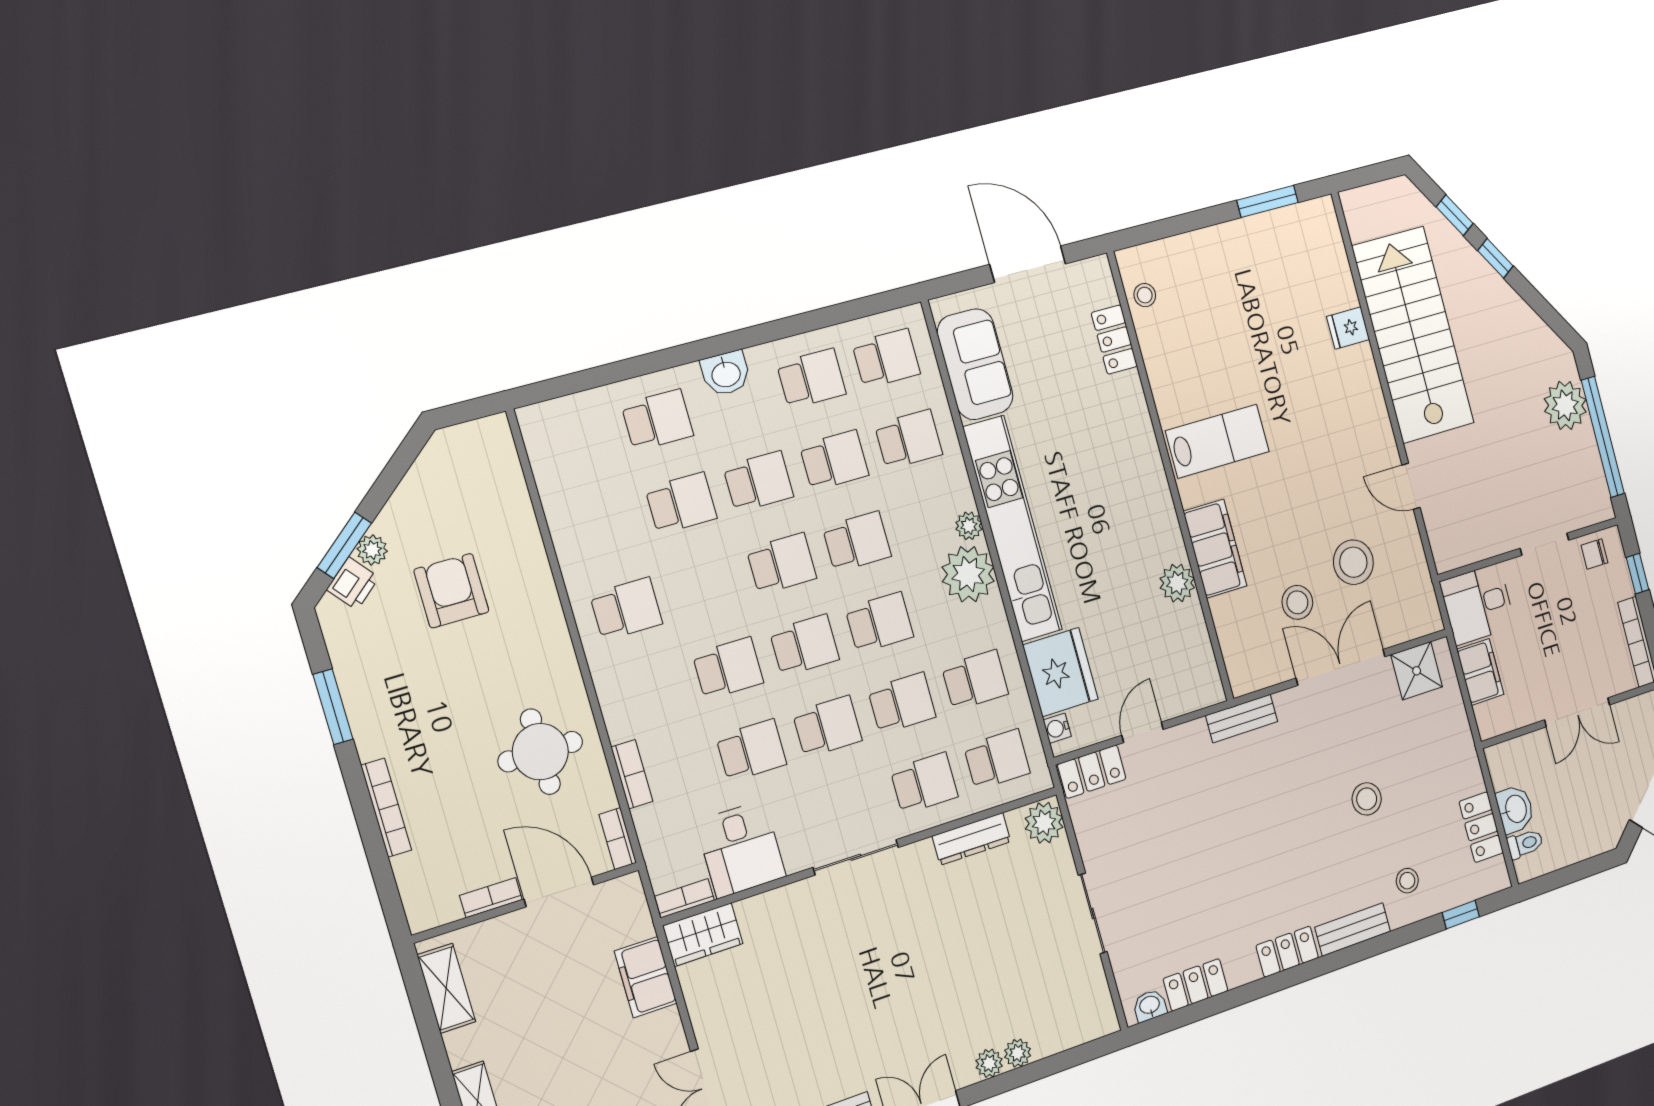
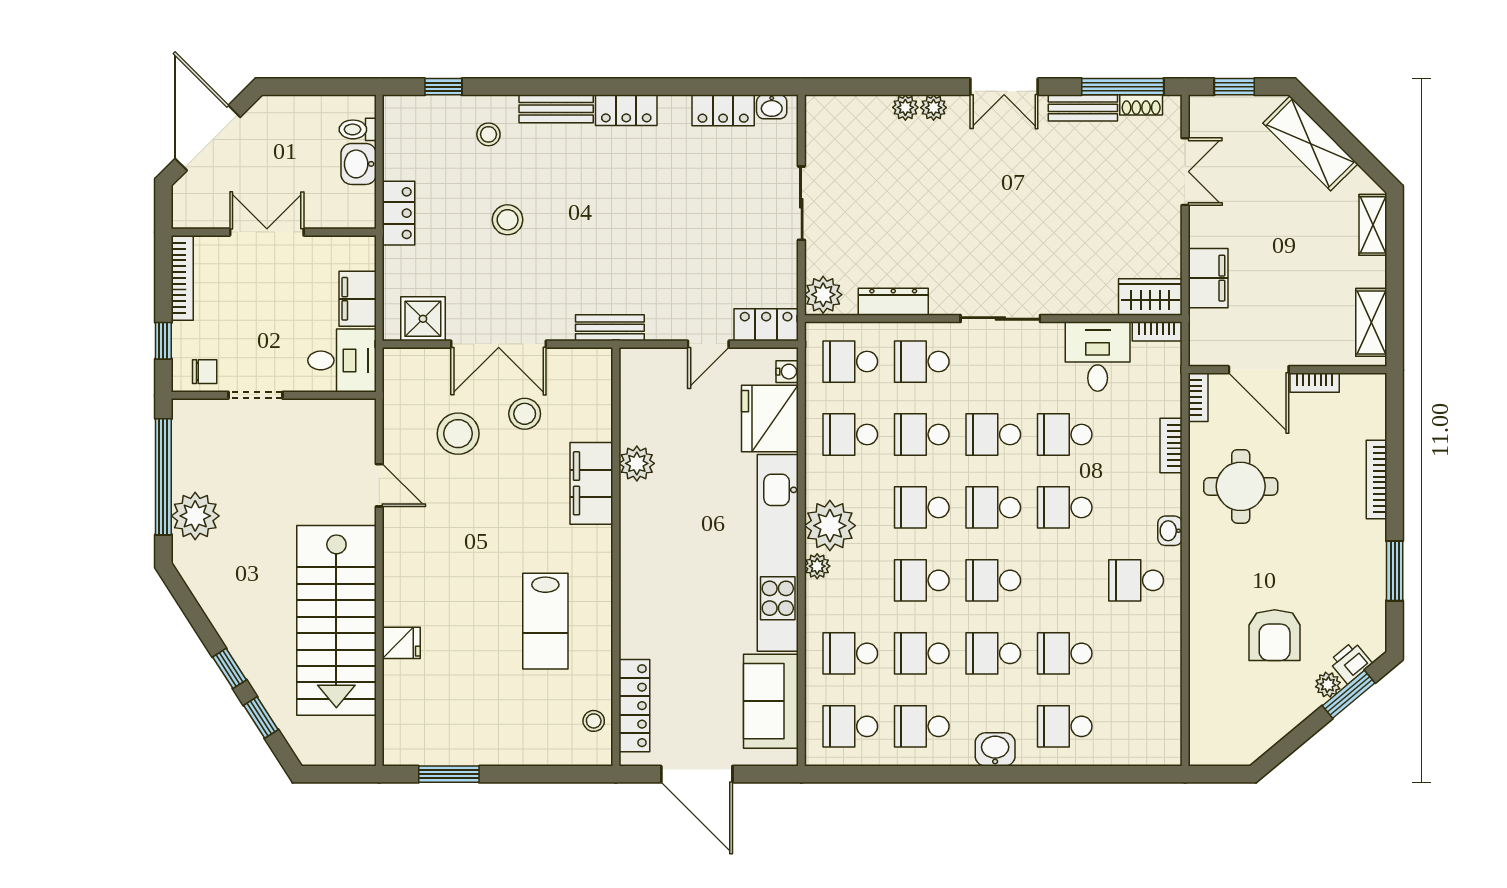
locker: (1114, 340) -> (634, 706), width x1.53
lab bench: (1217, 441) -> (545, 621), moved, turned -90
washbasin: (605, 677) -> (1170, 531), added
locker: (1481, 827) -> (399, 213), moved

